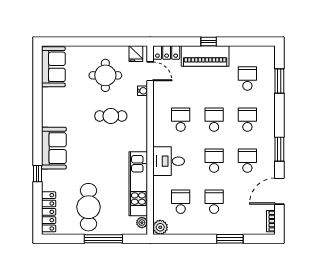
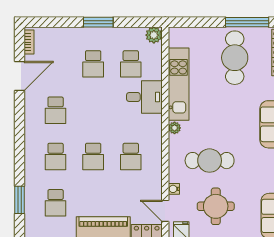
cafe table: (111, 116) -> (210, 161), width x1.37, depth x1.35
window: (279, 149) -> (20, 123), removed
desk: (169, 161) -> (144, 97), moved
school desk: (214, 161) -> (93, 110), removed
plant: (142, 223) -> (175, 128), moved
window: (103, 239) -> (247, 22), moved
window: (230, 239) -> (98, 22), moved

